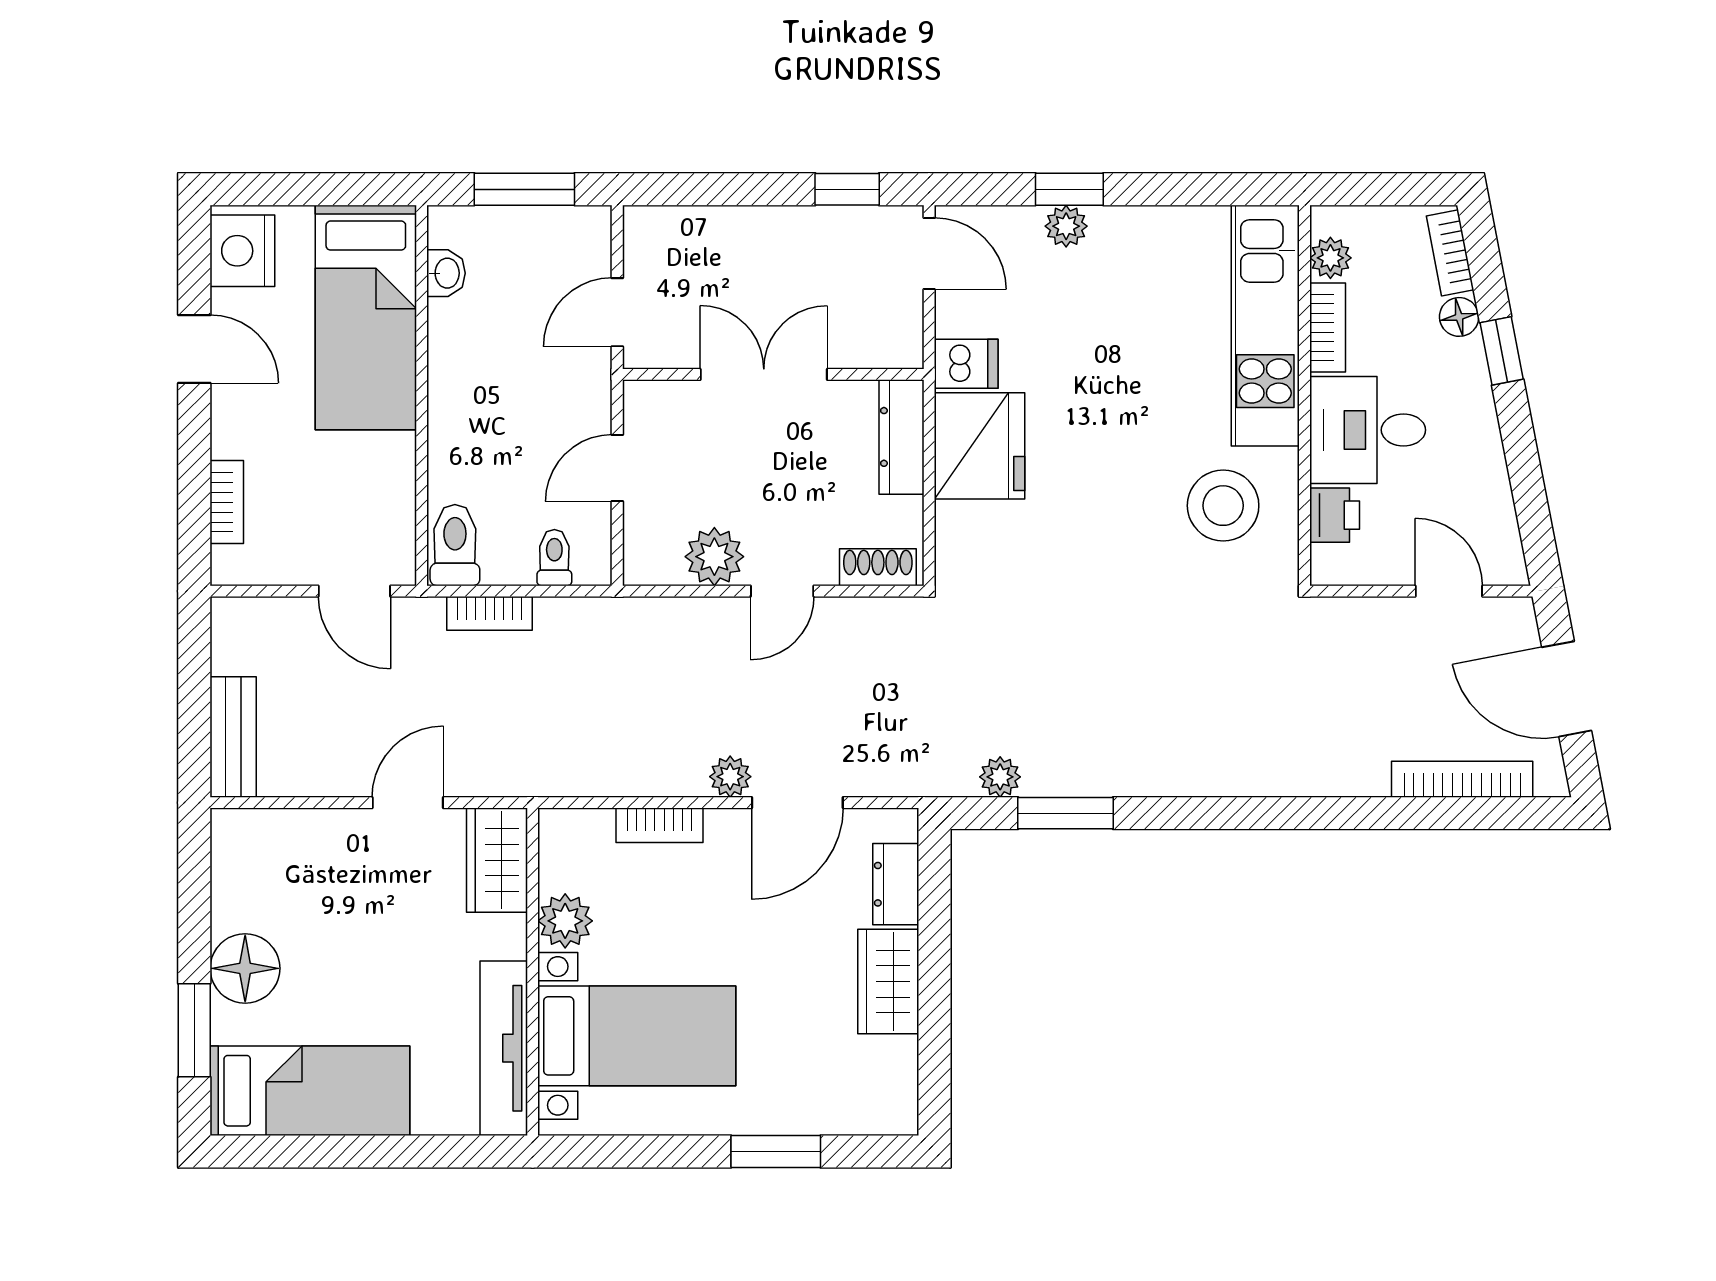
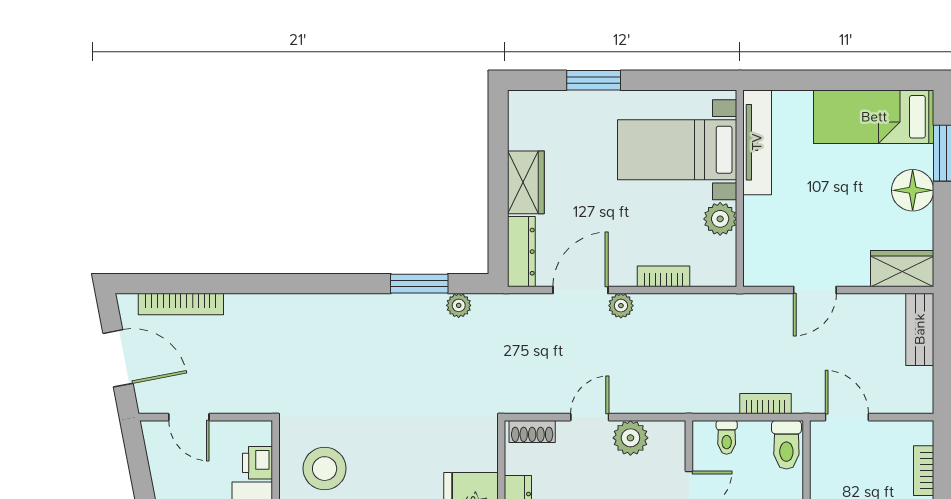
wardrobe: (497, 860) -> (902, 269), moved, turned -90
dresser: (896, 884) -> (521, 252), width x1.44

